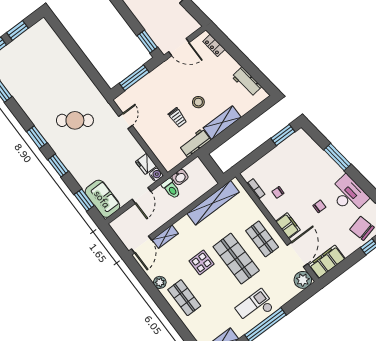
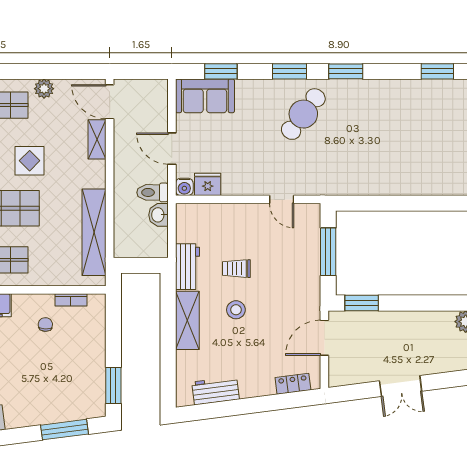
cafe table: (75, 120) -> (303, 114), moved
window: (337, 157) -> (65, 430), moved

